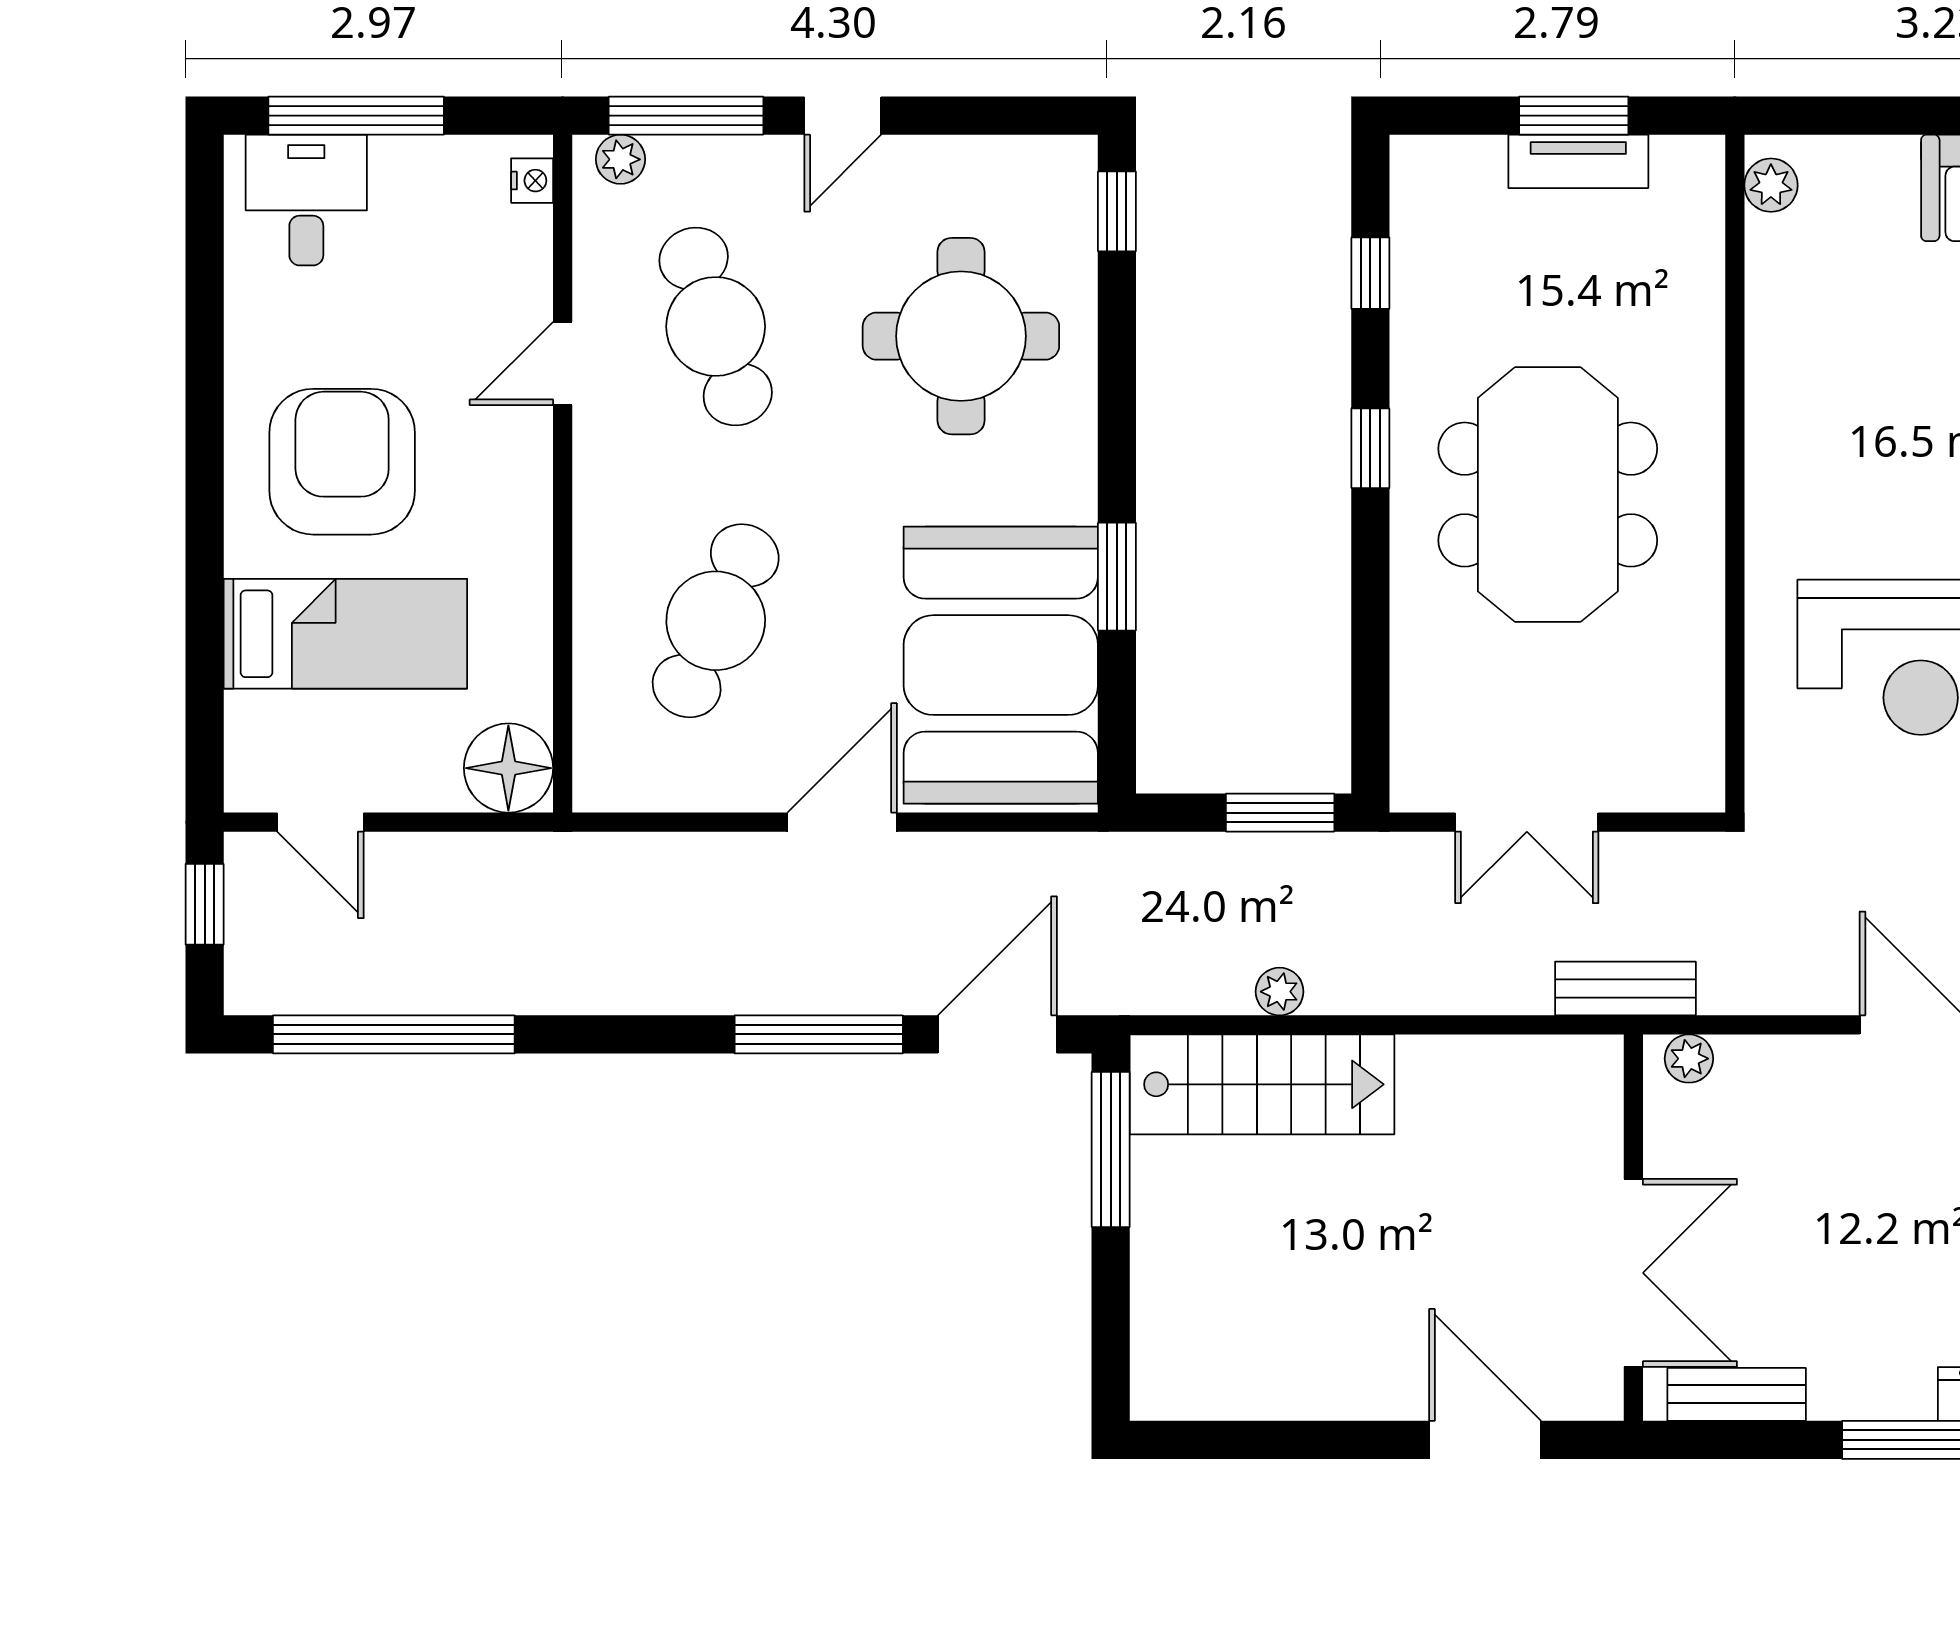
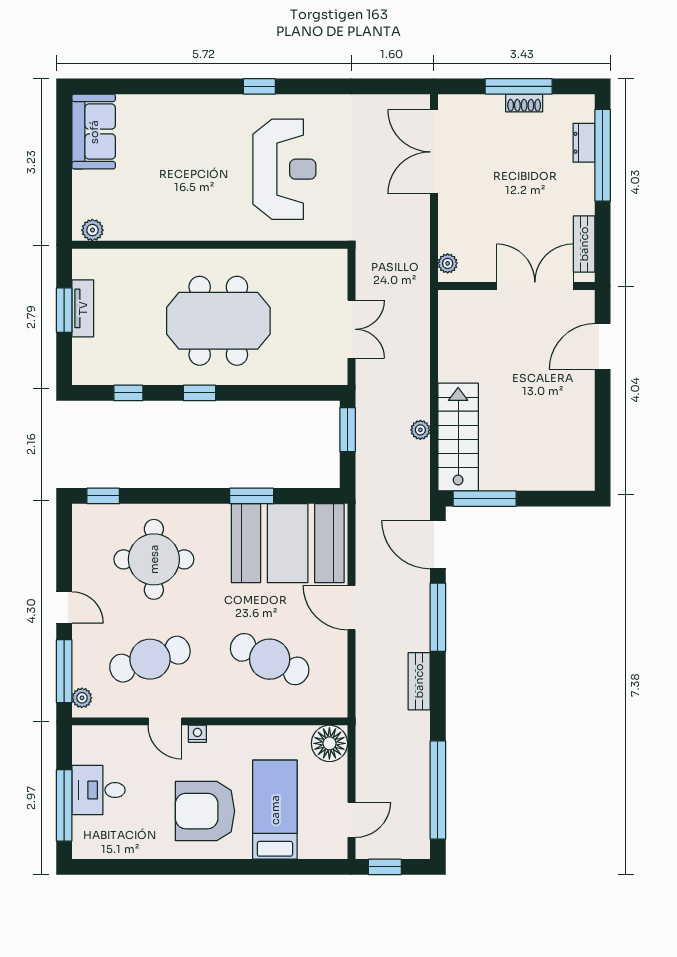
nightstand: (532, 181) -> (197, 734), moved
desk: (306, 200) -> (99, 790), moved
bench: (1625, 988) -> (419, 681), moved

